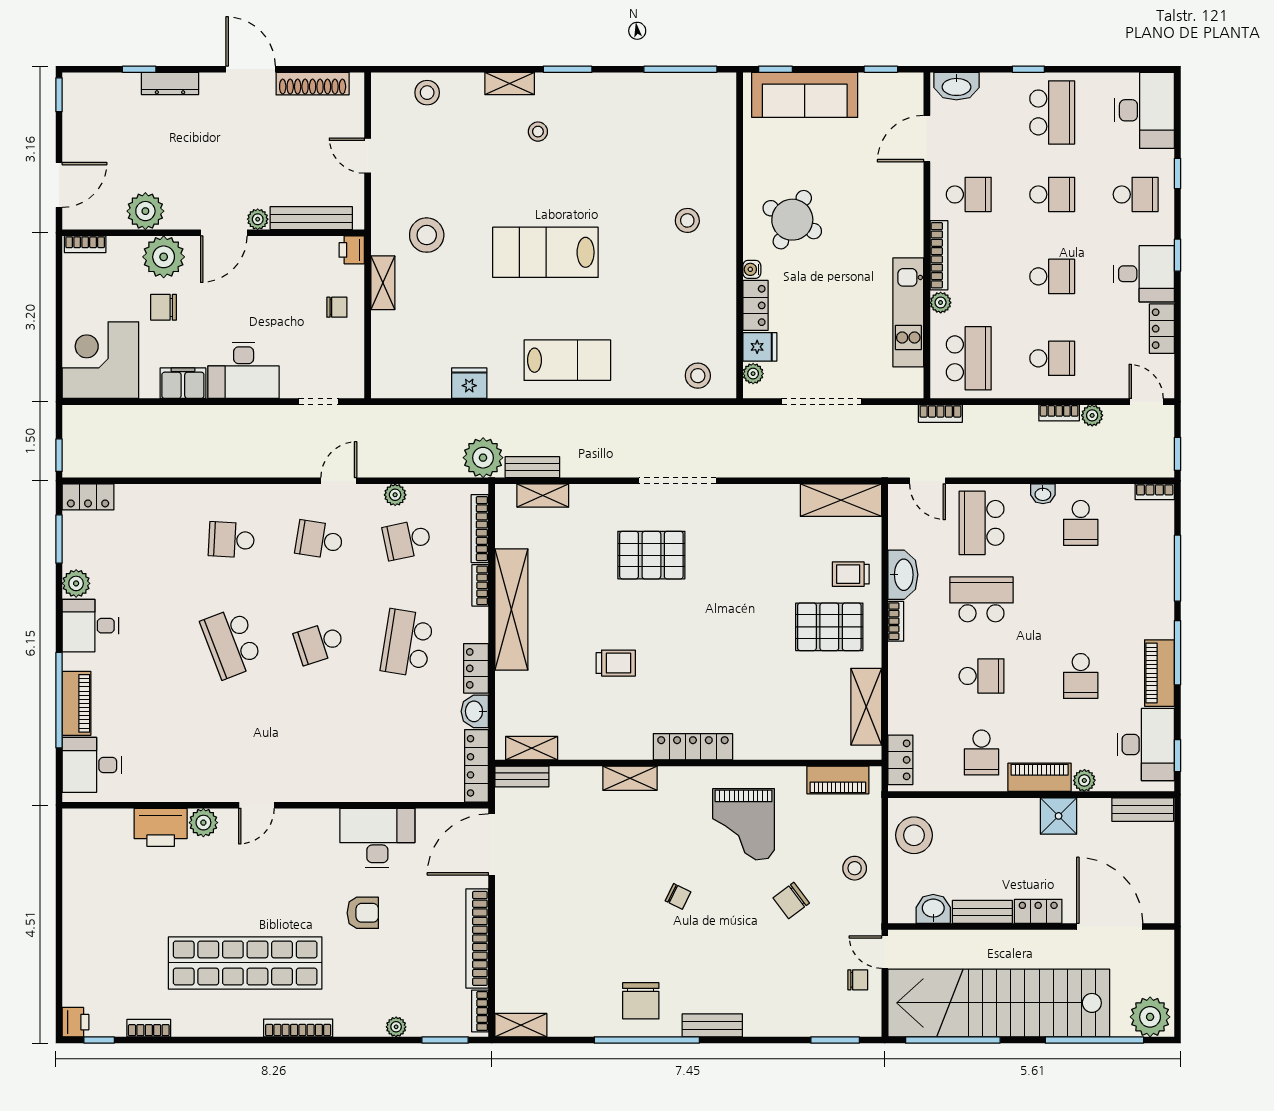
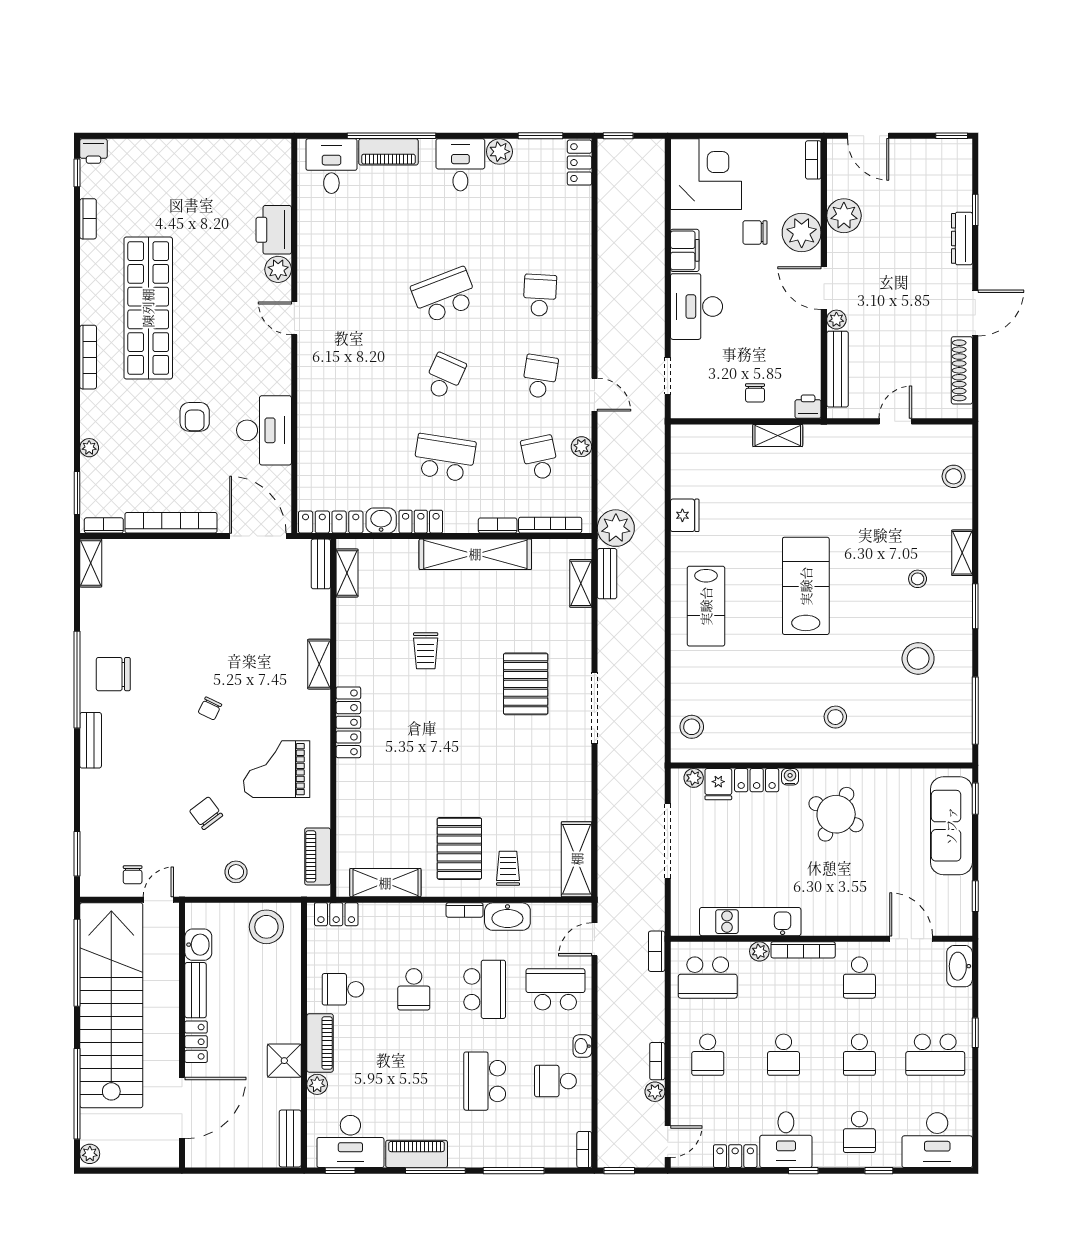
stool: (427, 235) -> (918, 658), moved
chair: (164, 307) -> (755, 232), turned -90
school desk: (319, 643) -> (444, 377), turned 42
school desk: (1081, 676) -> (485, 1081), moved, width x1.85
plant: (1150, 1017) -> (90, 1154), width x0.53, depth x0.53

